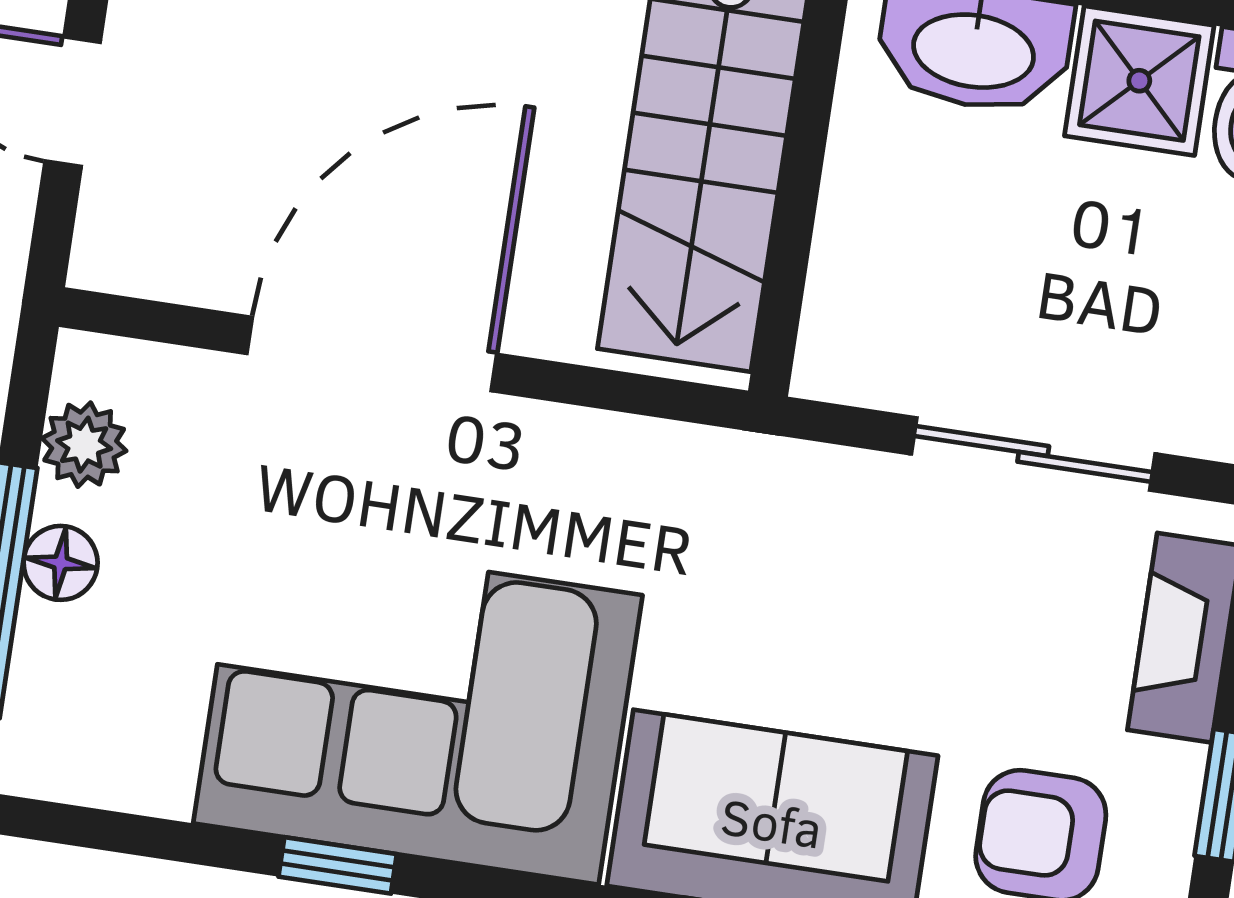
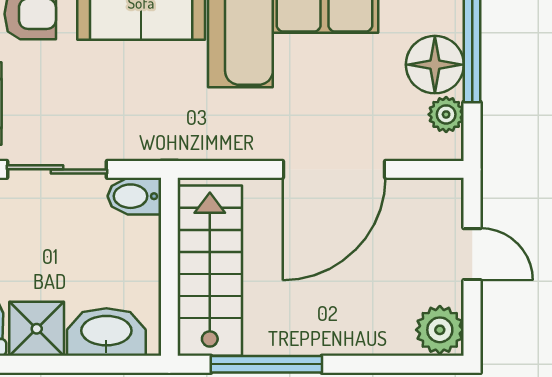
bidet: (858, 362) -> (134, 196), added
floor lamp: (61, 563) -> (435, 65), width x1.89, depth x1.89

